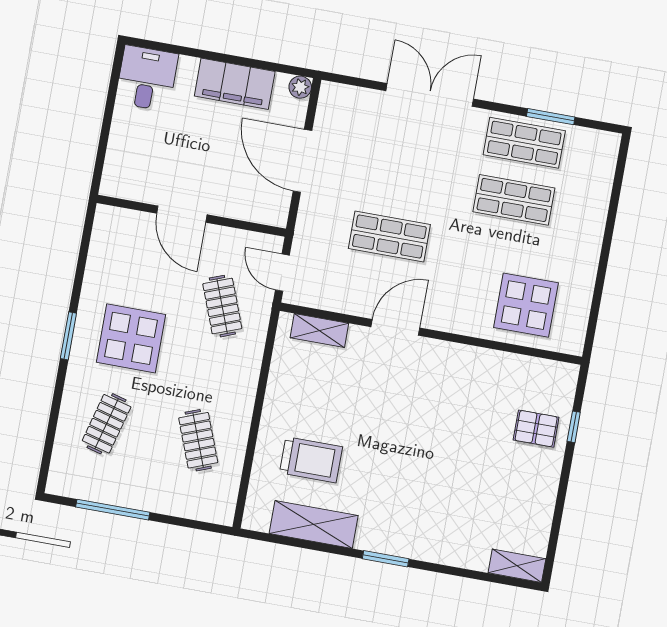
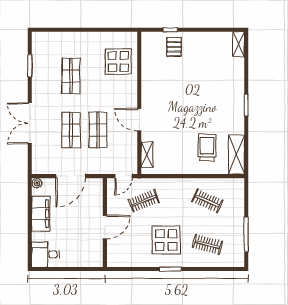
shop shelf: (524, 143) -> (71, 130), moved
clothes rail: (198, 440) -> (207, 201), turned 45
shelving: (314, 524) -> (236, 155), moved

